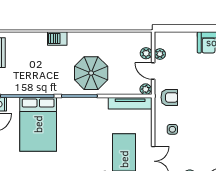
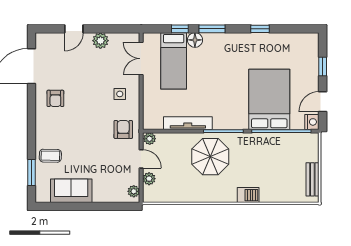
plant: (160, 54) -> (134, 191), moved
armchair: (169, 97) -> (123, 129), turned 90
tv unit: (130, 103) -> (188, 123), moved

